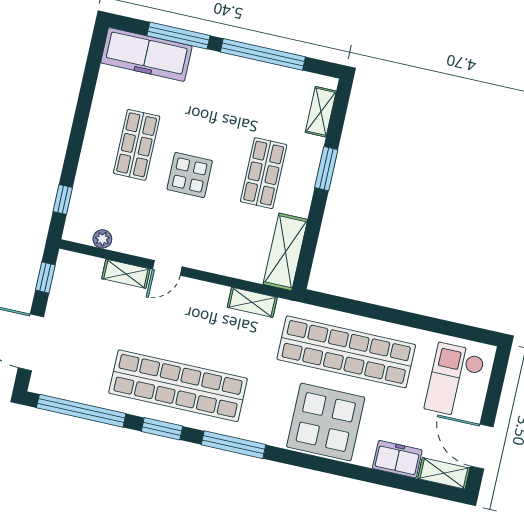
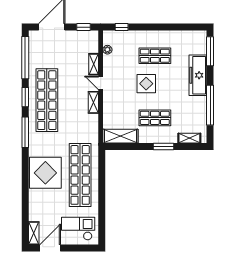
window: (178, 36) -> (210, 51), moved
freezer: (146, 54) -> (198, 75), moved
shelving: (252, 302) -> (93, 102), moved
freezer: (397, 459) -> (35, 210), removed

